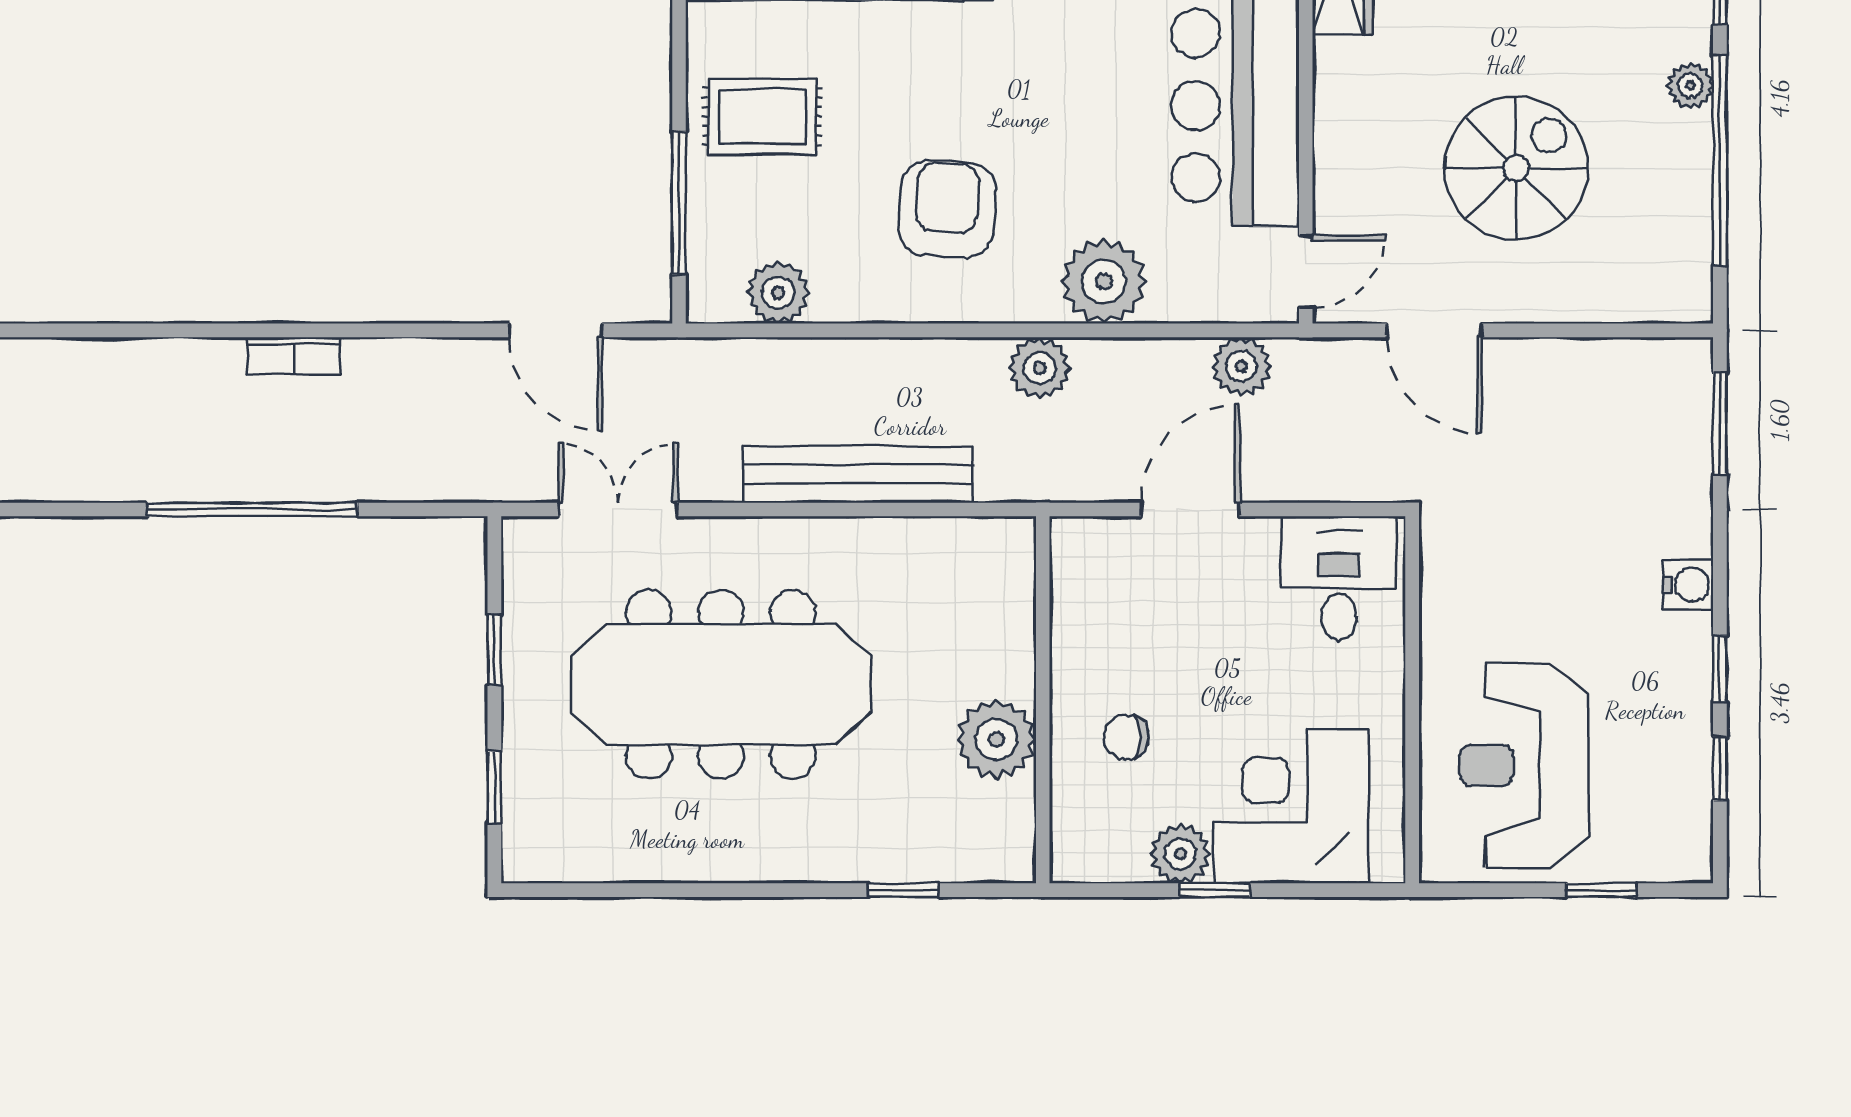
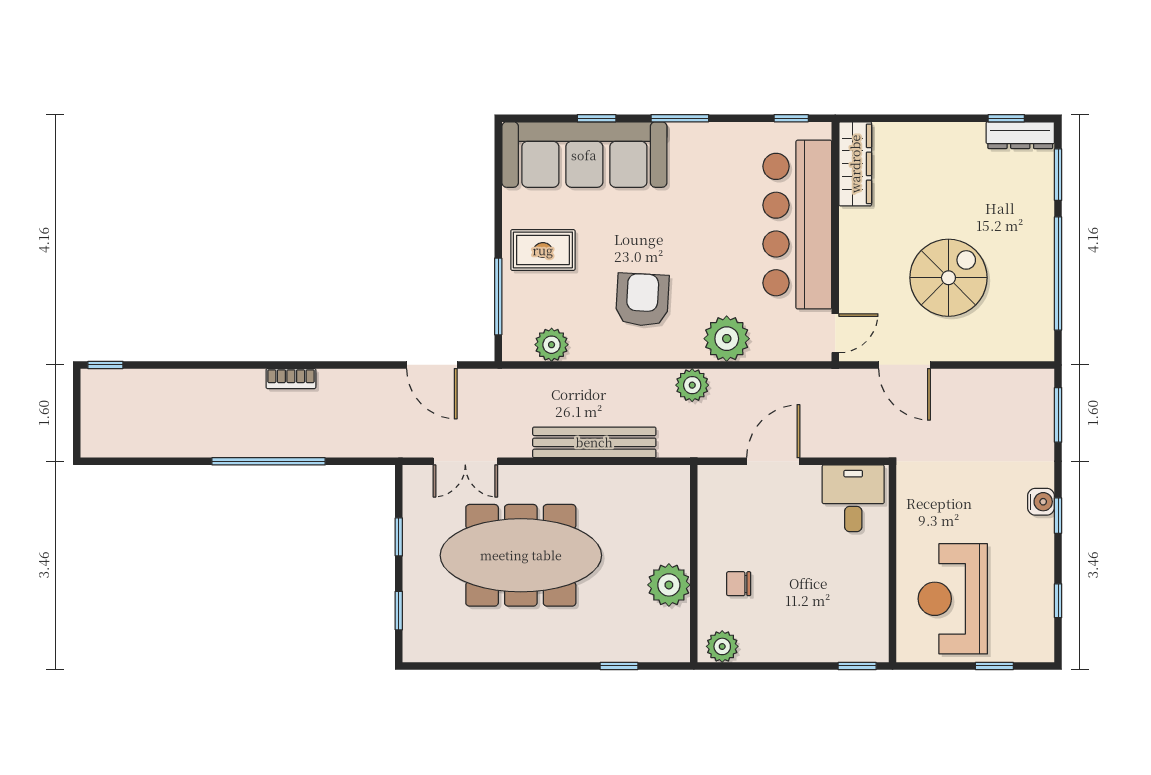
plant: (1690, 86) -> (1042, 233), removed
plant: (1241, 366) -> (801, 384), removed
double door: (618, 510) -> (465, 461), swing flipped
window: (1720, 669) -> (1058, 516), moved
corner desk: (1291, 807) -> (828, 621), removed
plant: (1181, 854) -> (722, 646), moved
window: (1215, 890) -> (857, 666), moved

